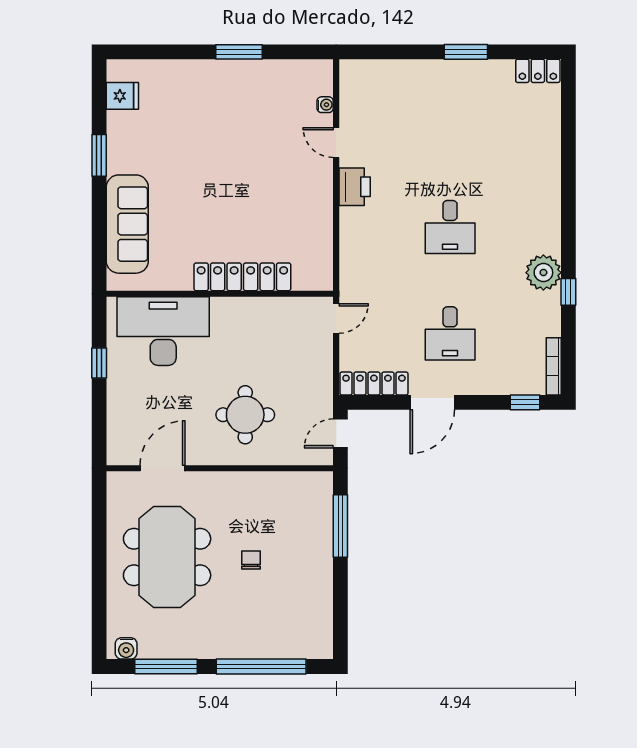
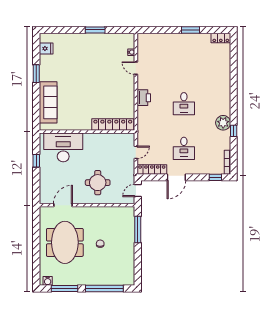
printer: (355, 187) -> (144, 98), moved
locker: (242, 277) -> (113, 125), moved
door: (336, 318) -> (136, 152), moved

